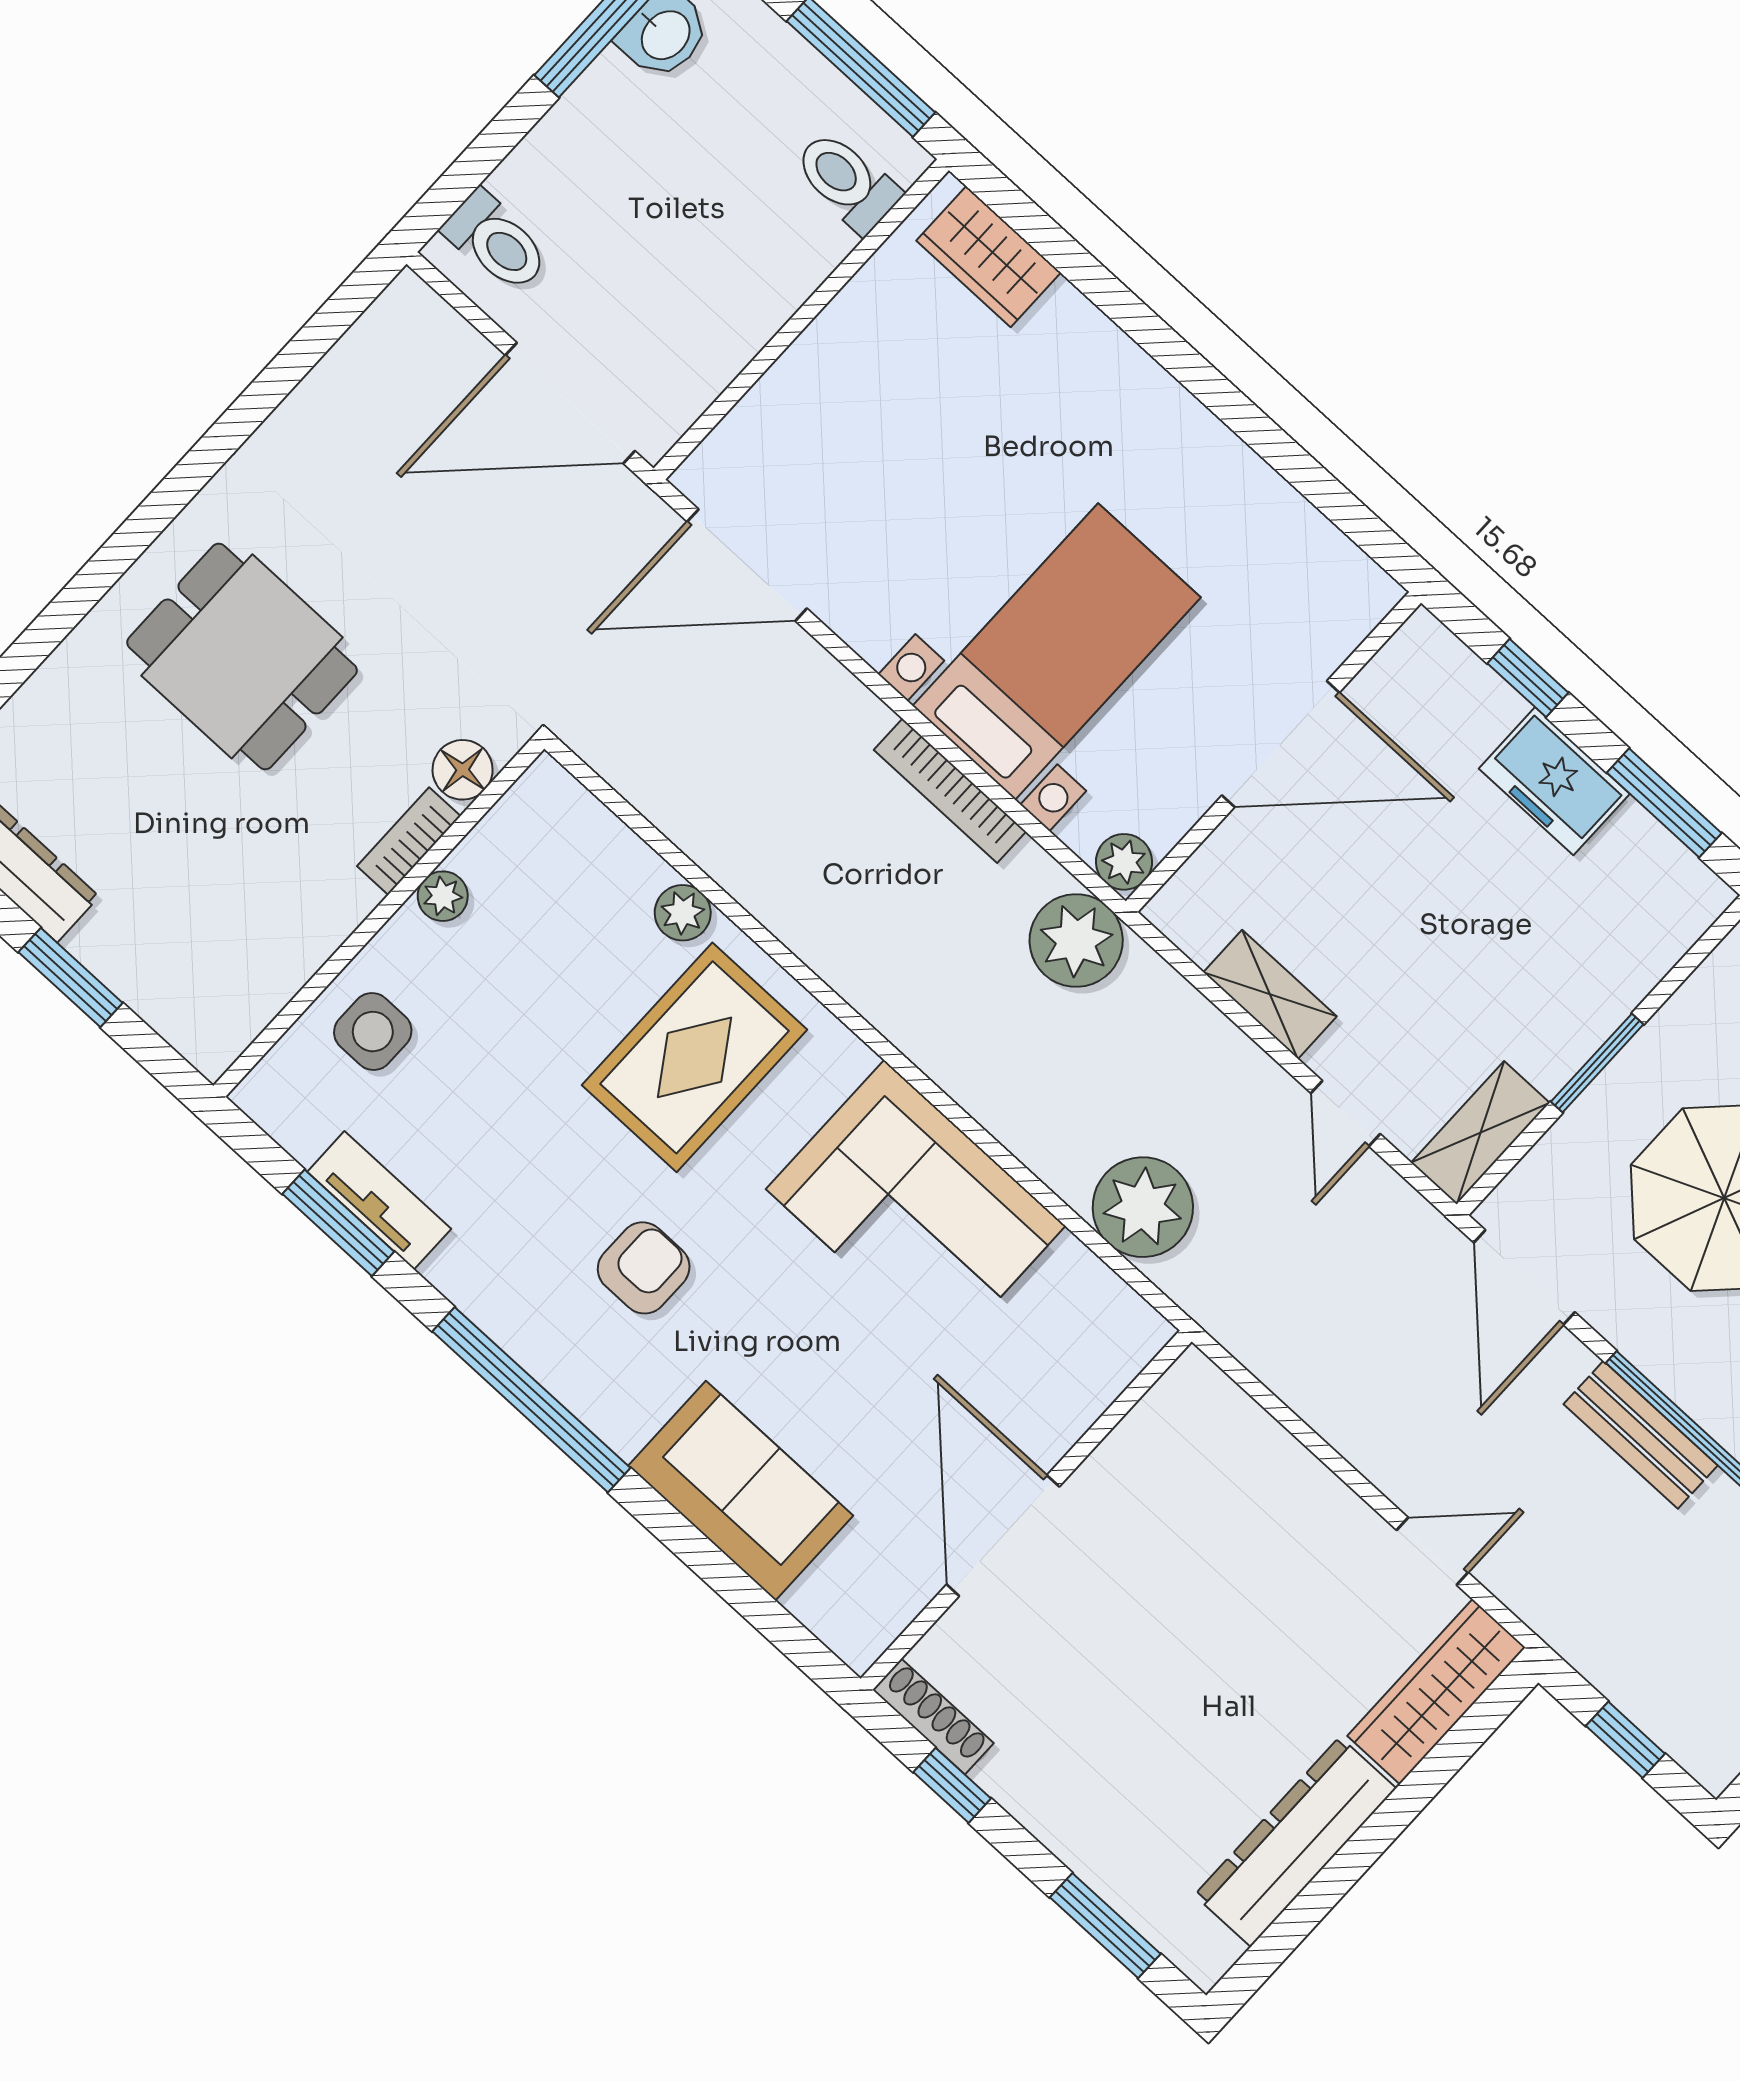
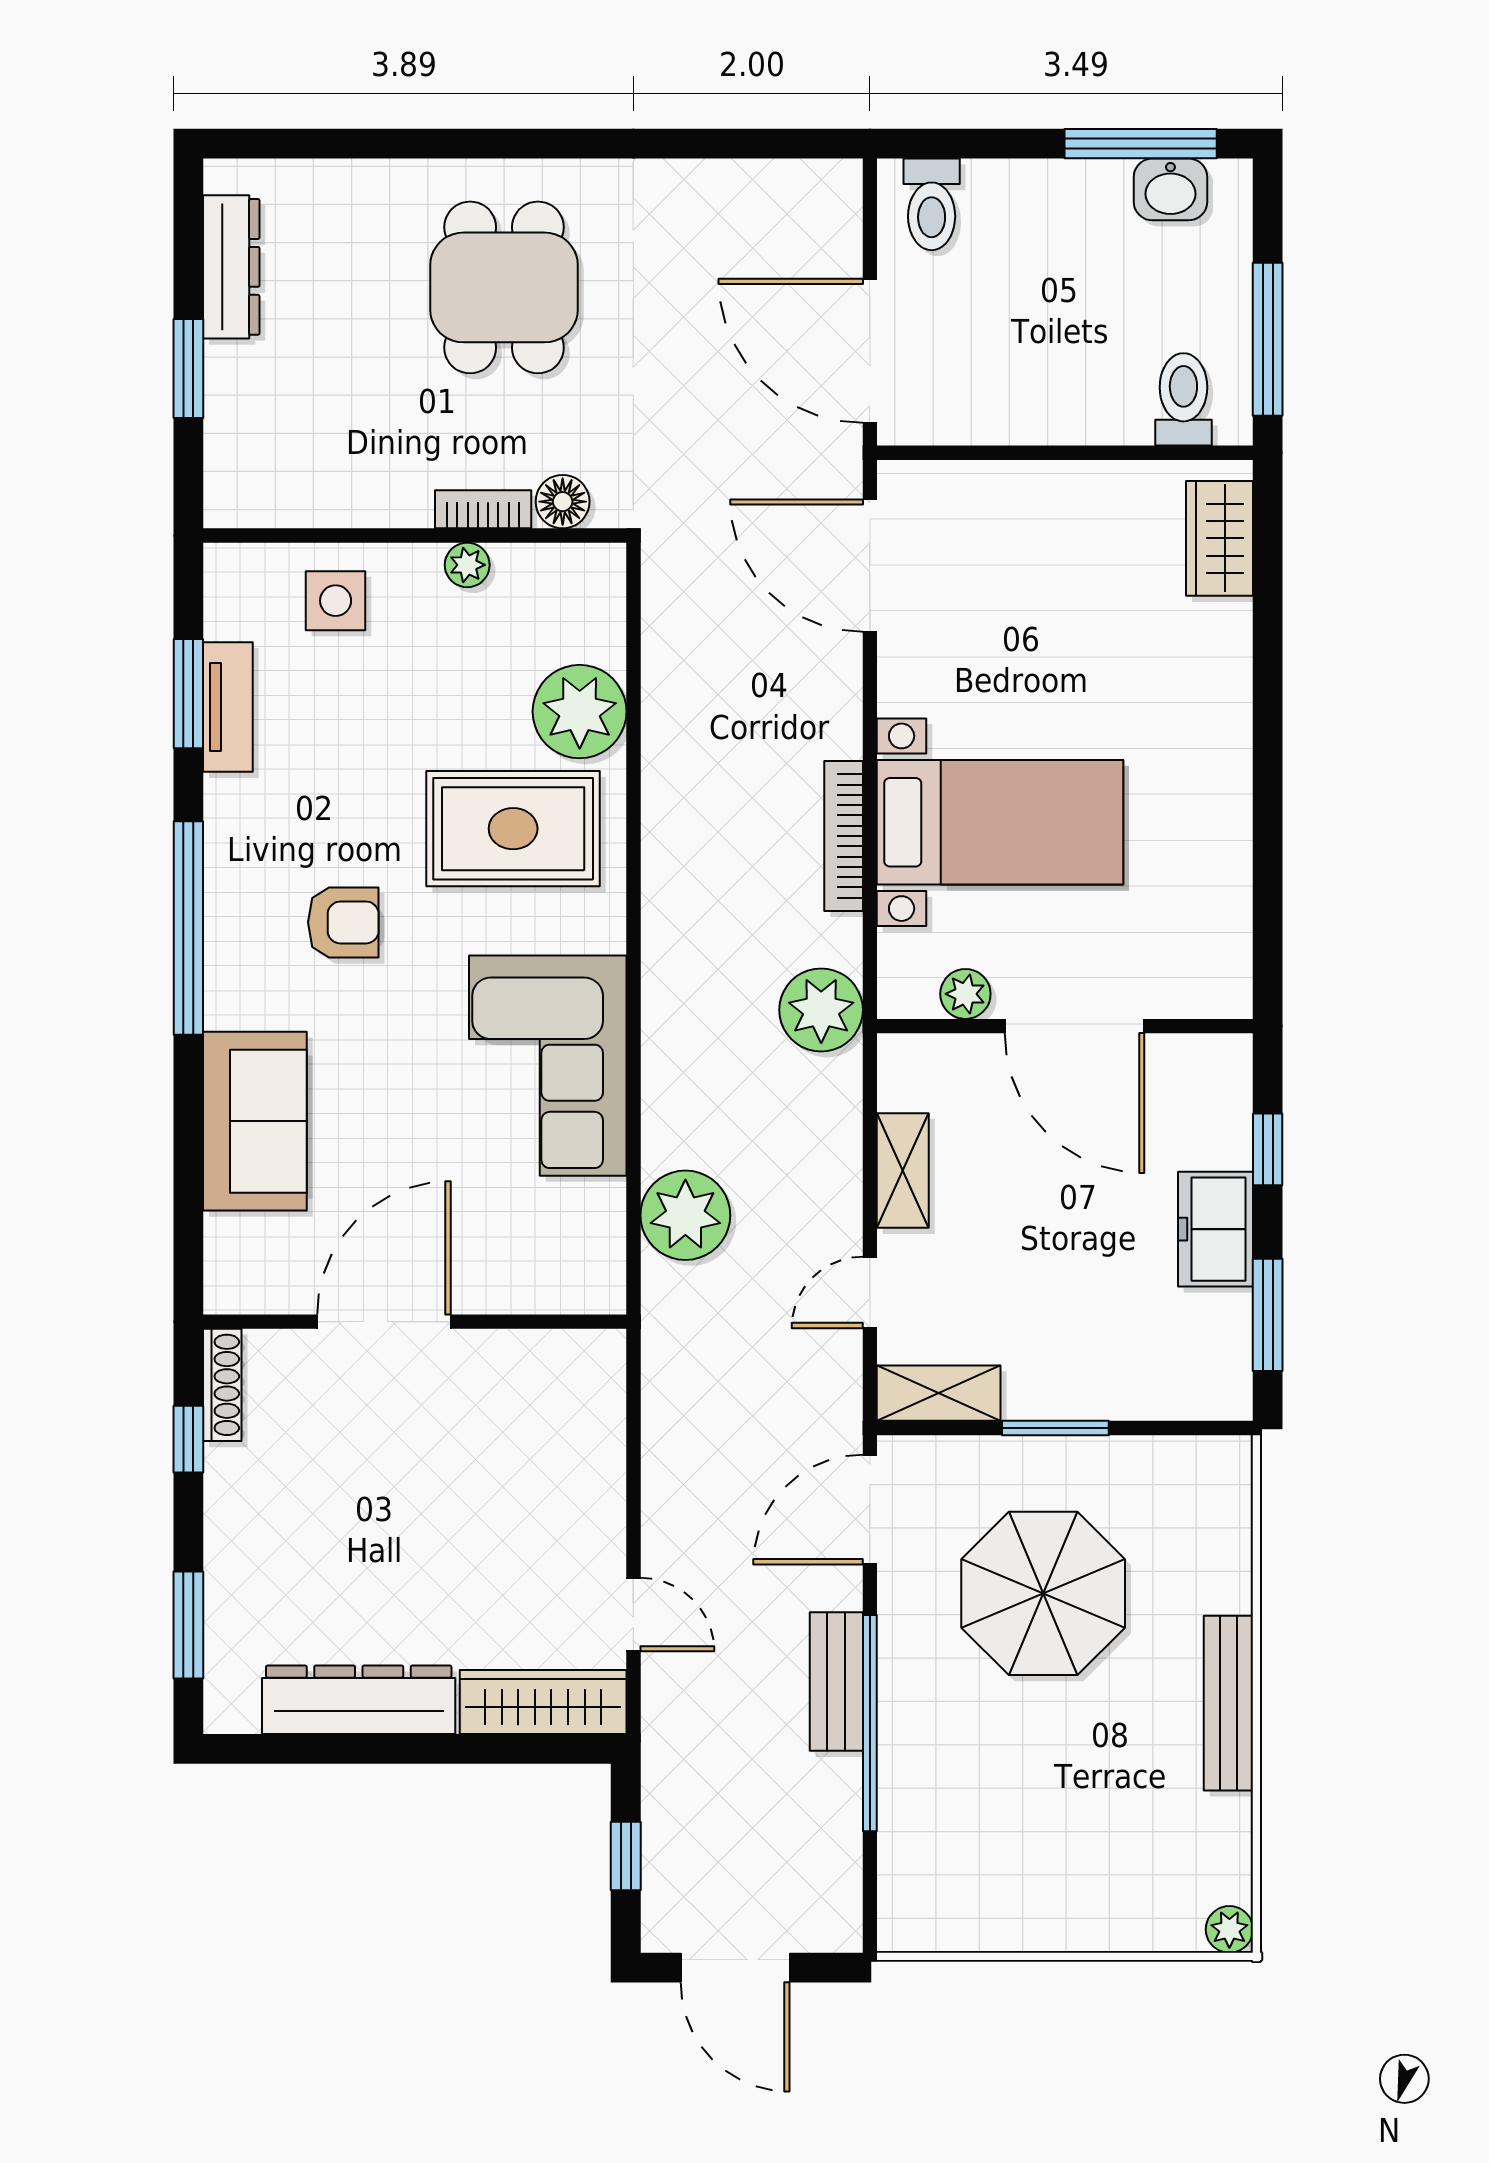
plant: (1124, 862) -> (965, 994), moved
plant: (683, 913) -> (580, 712), width x1.88, depth x1.88

